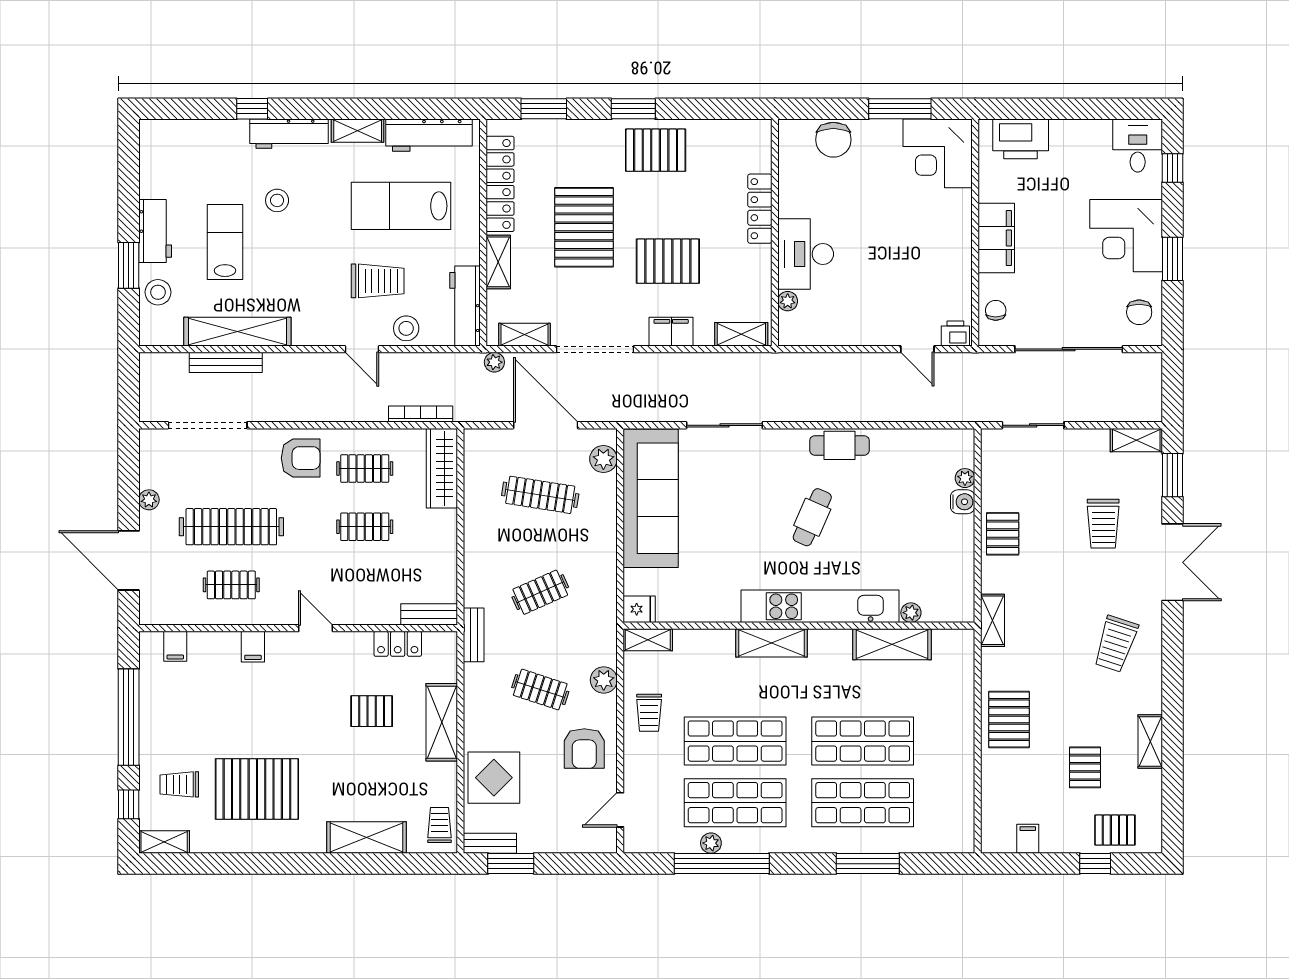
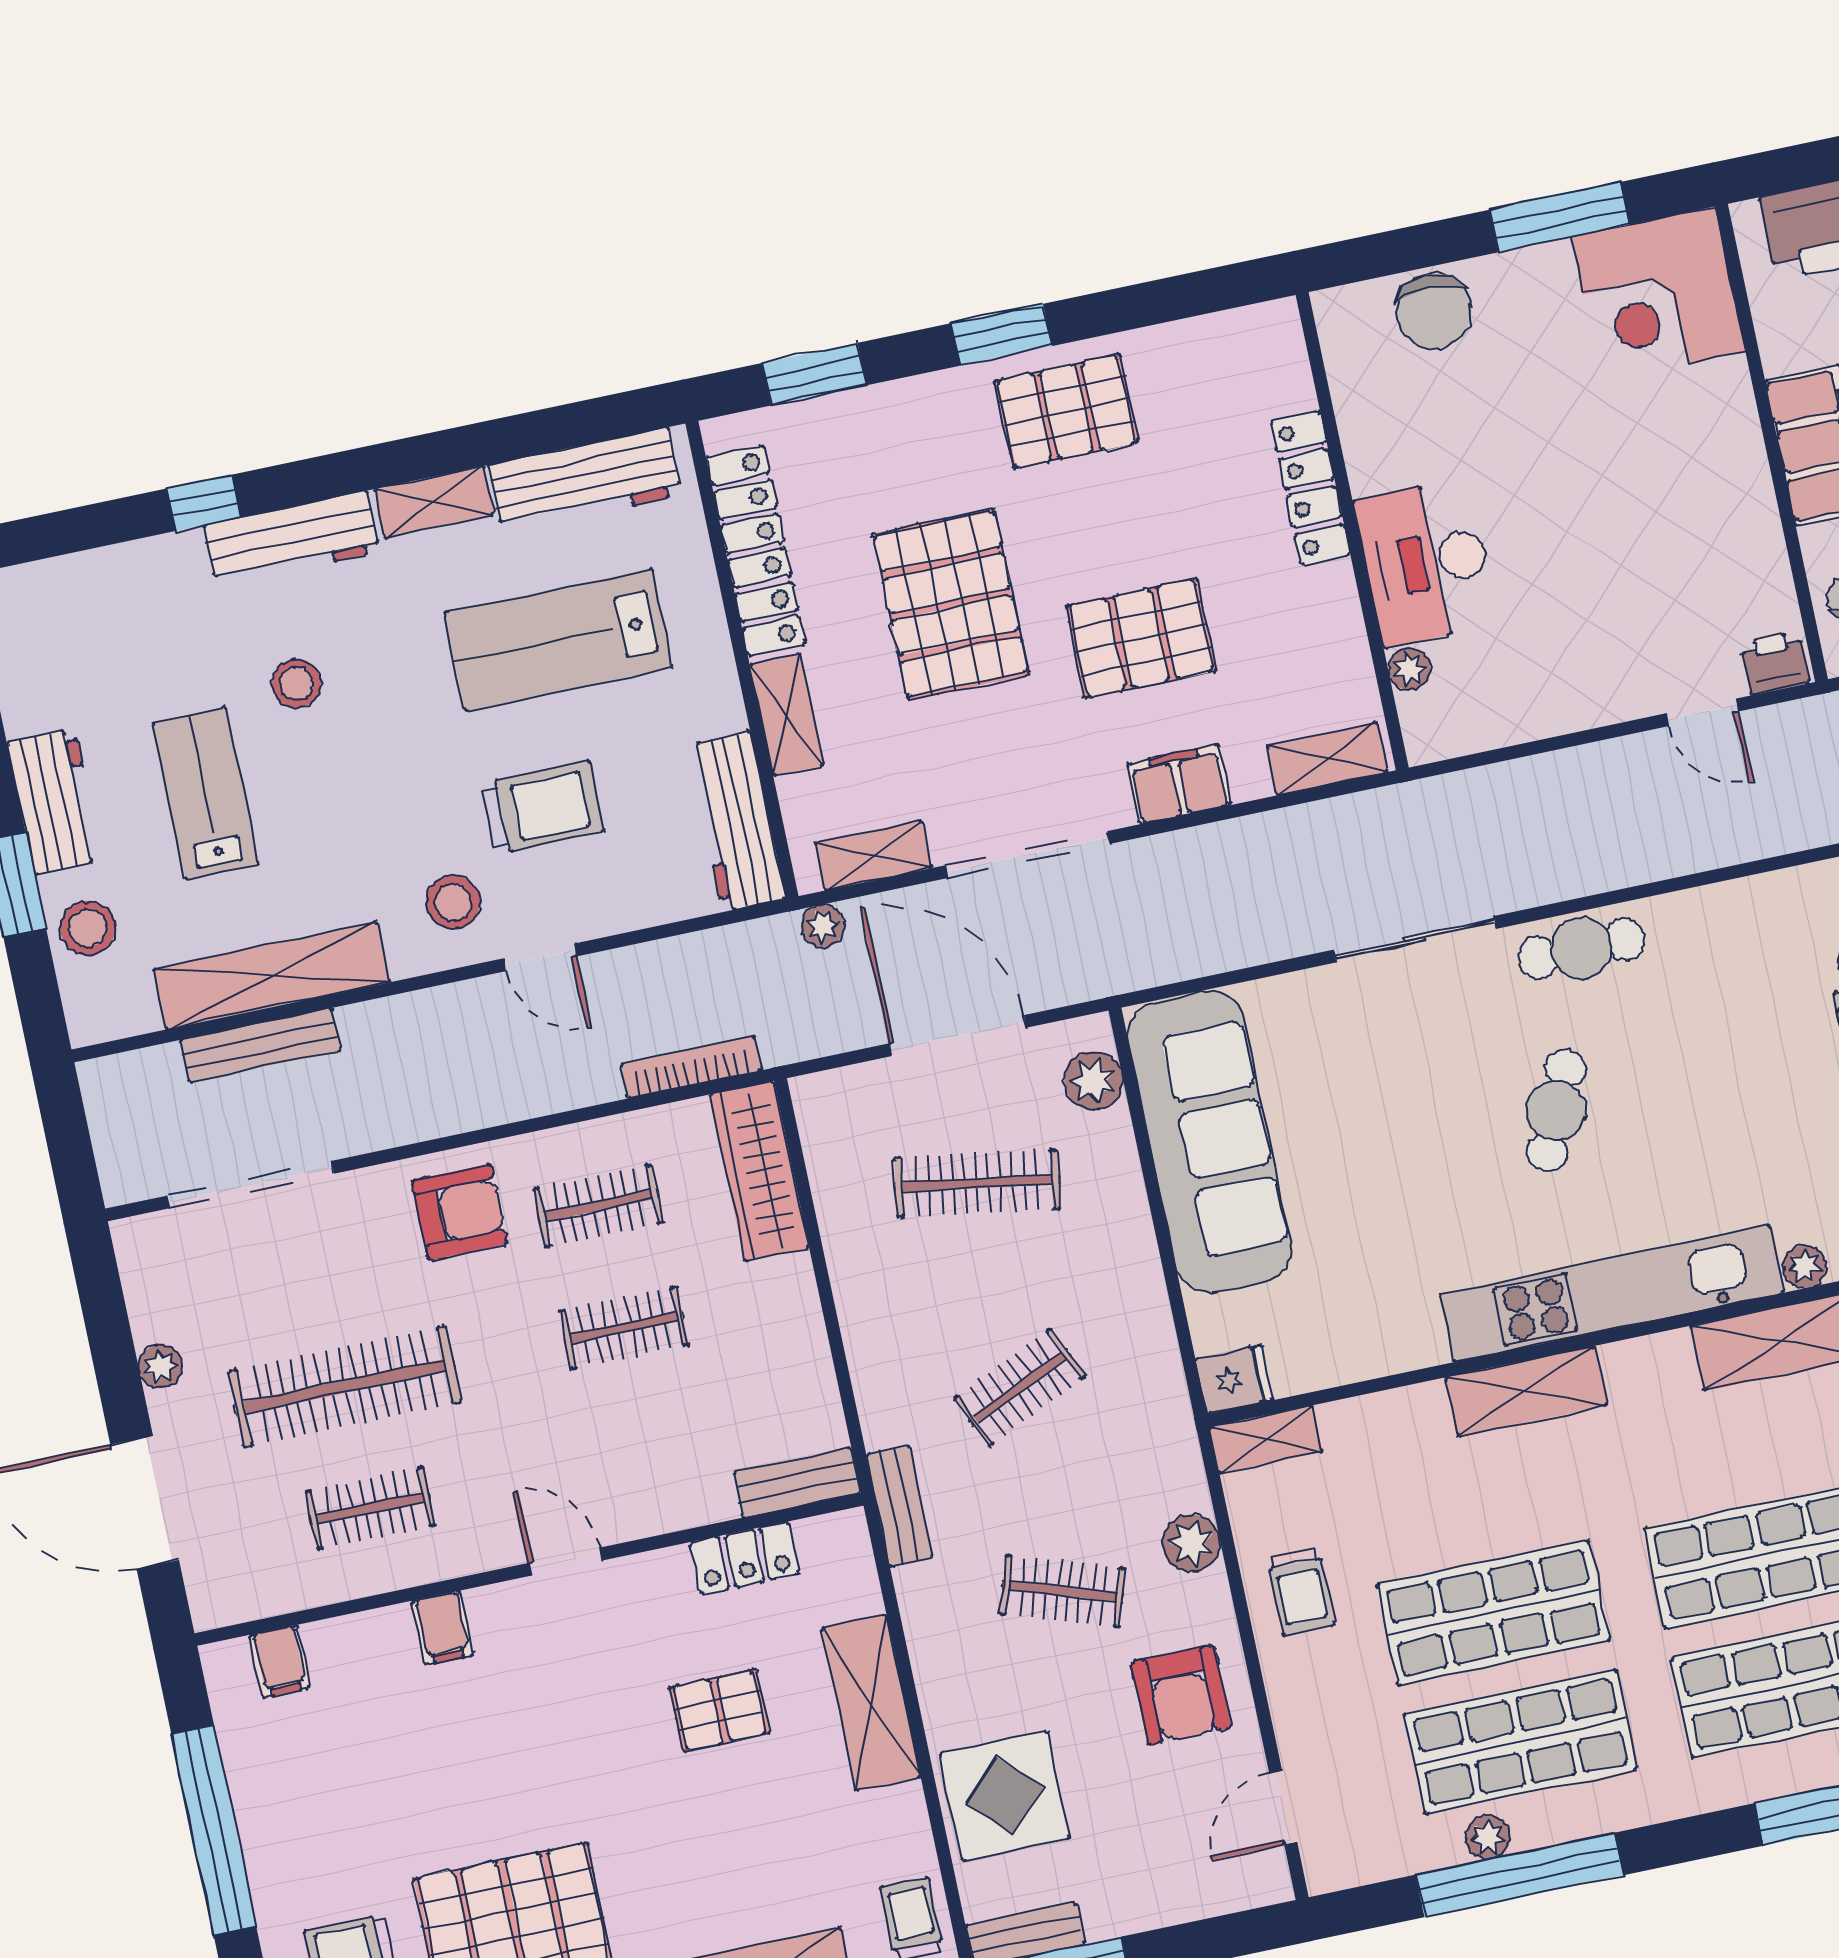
stool: (406, 328) -> (453, 902), moved
sliding door: (724, 425) -> (1415, 939), moved

